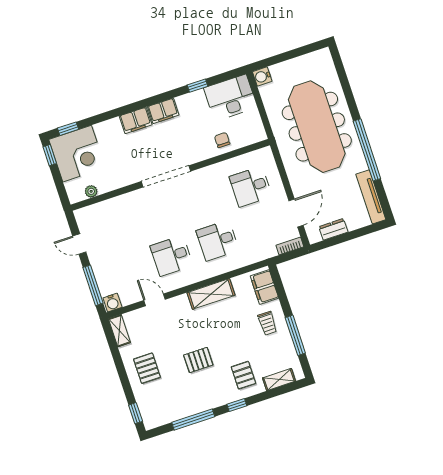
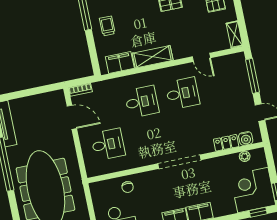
locker: (114, 204) -> (226, 143), added
door: (296, 213) -> (72, 117), swing flipped
dresser: (333, 229) -> (42, 100), removed
filing cabinet: (264, 287) -> (120, 63), moved, turned -90
water cooler: (112, 303) -> (246, 139), moved, turned 180

